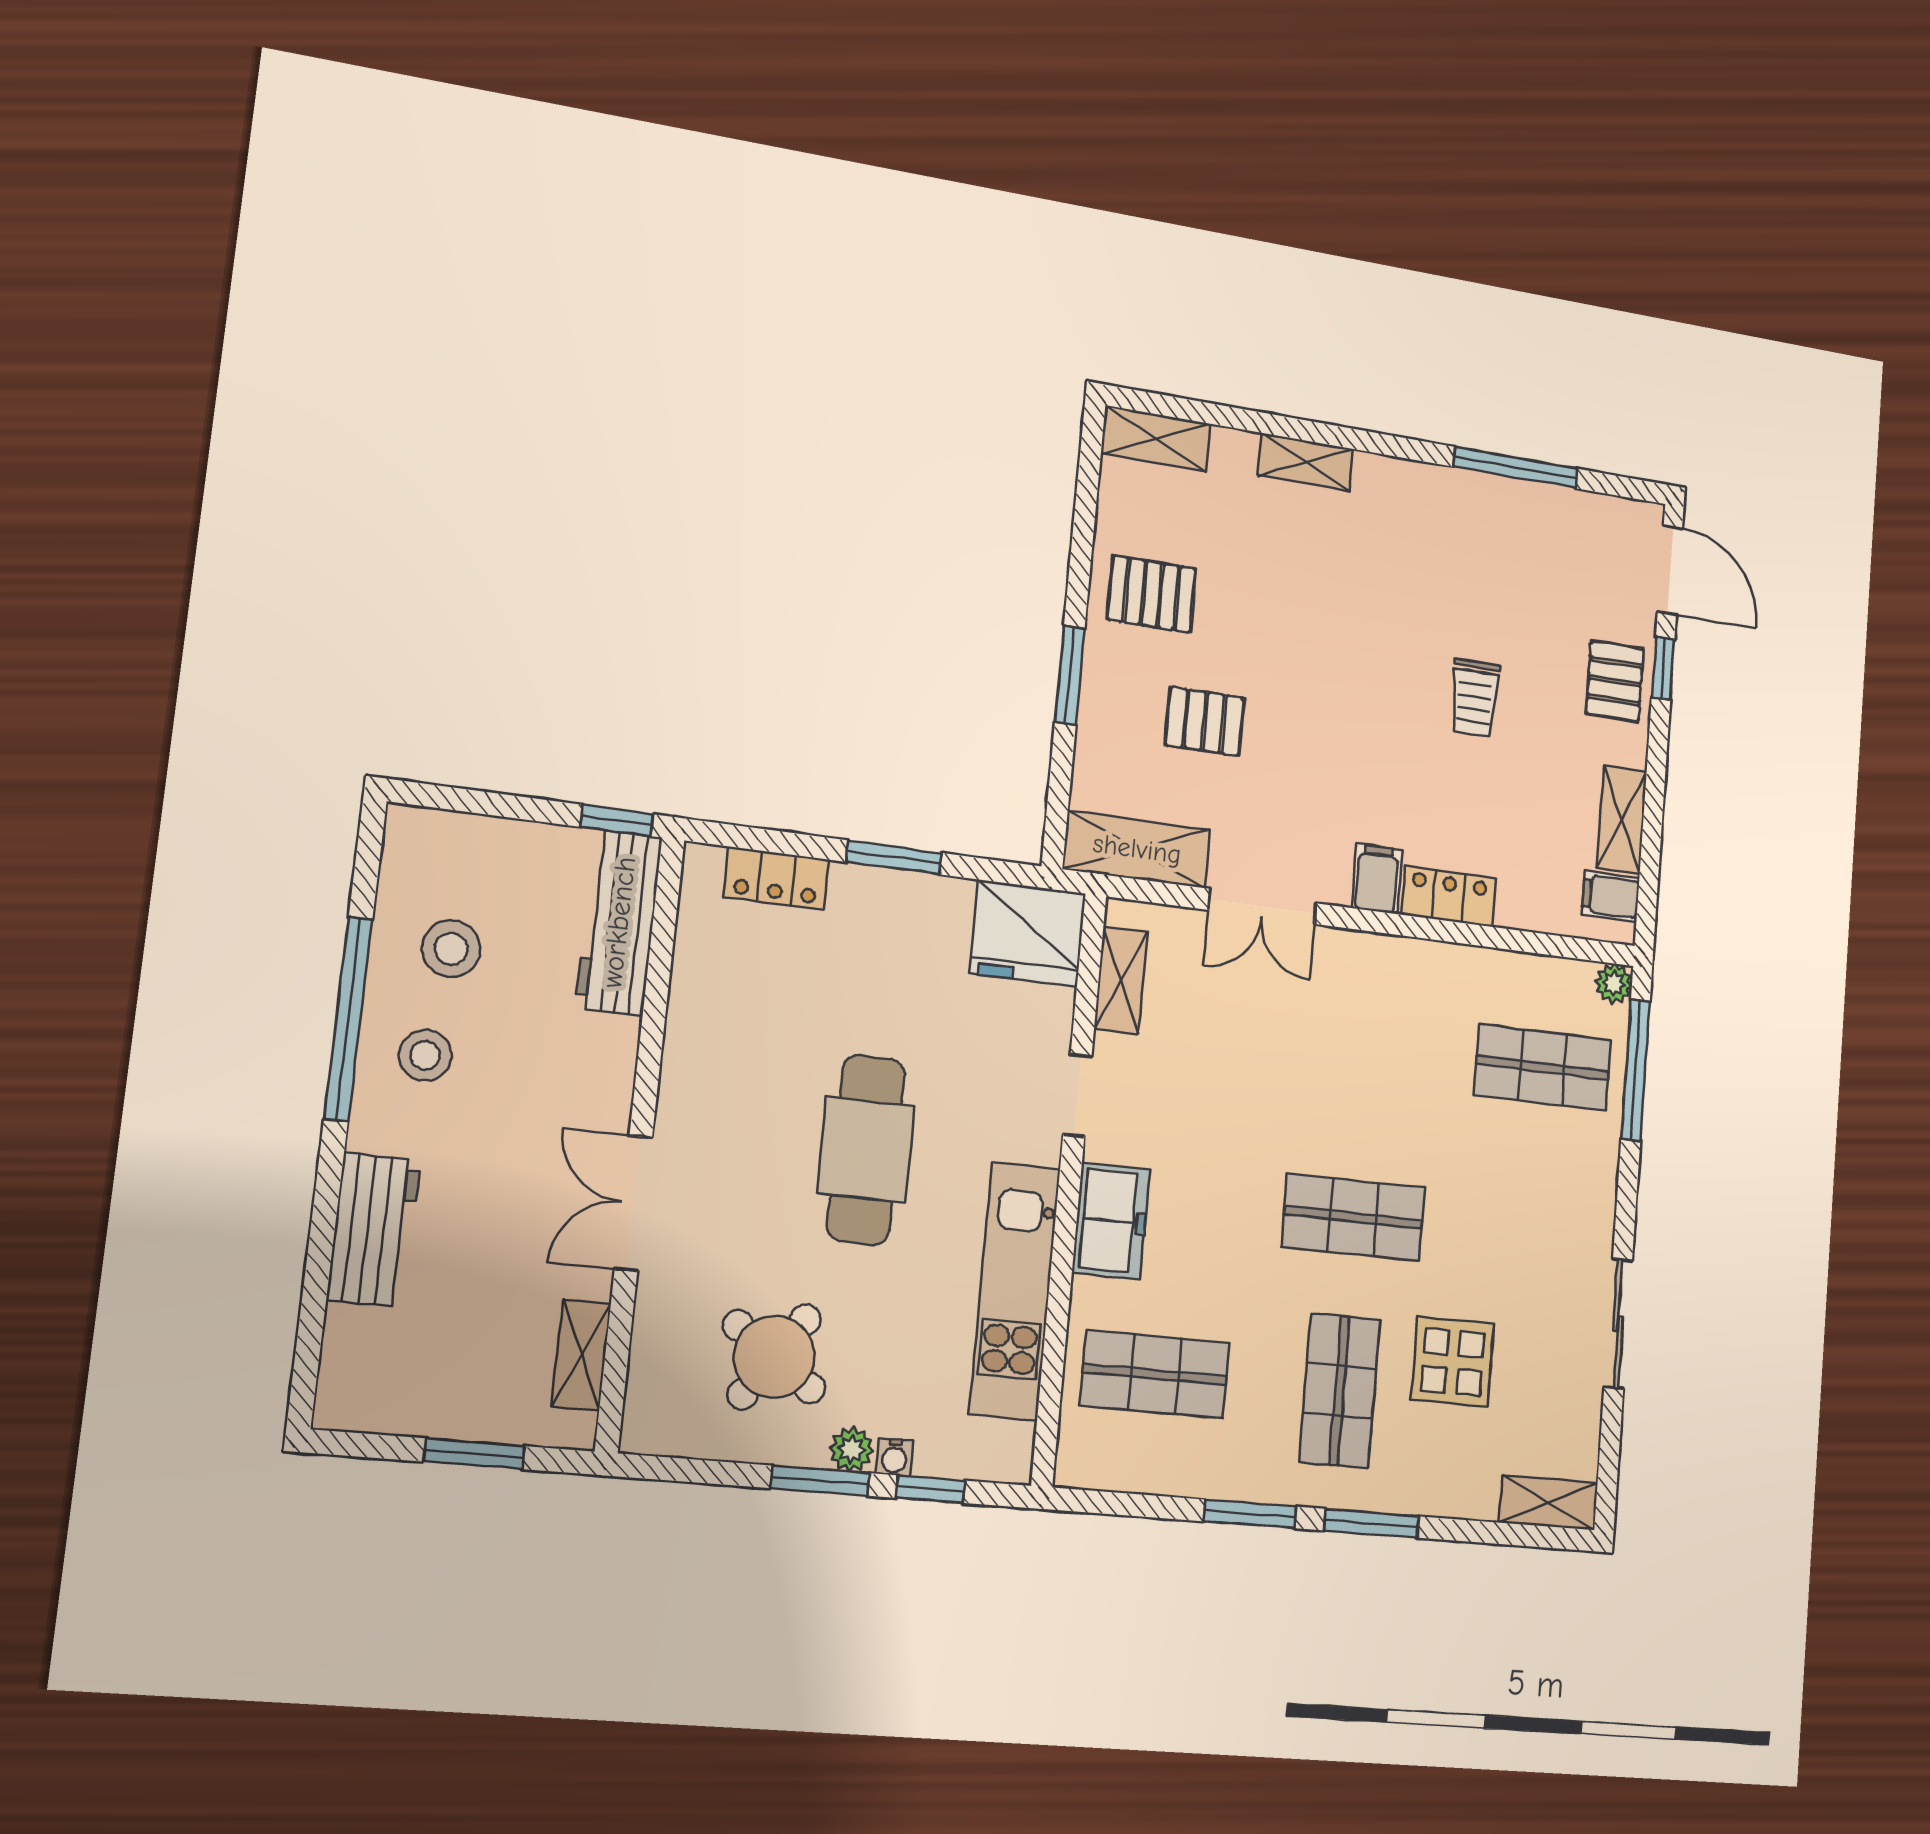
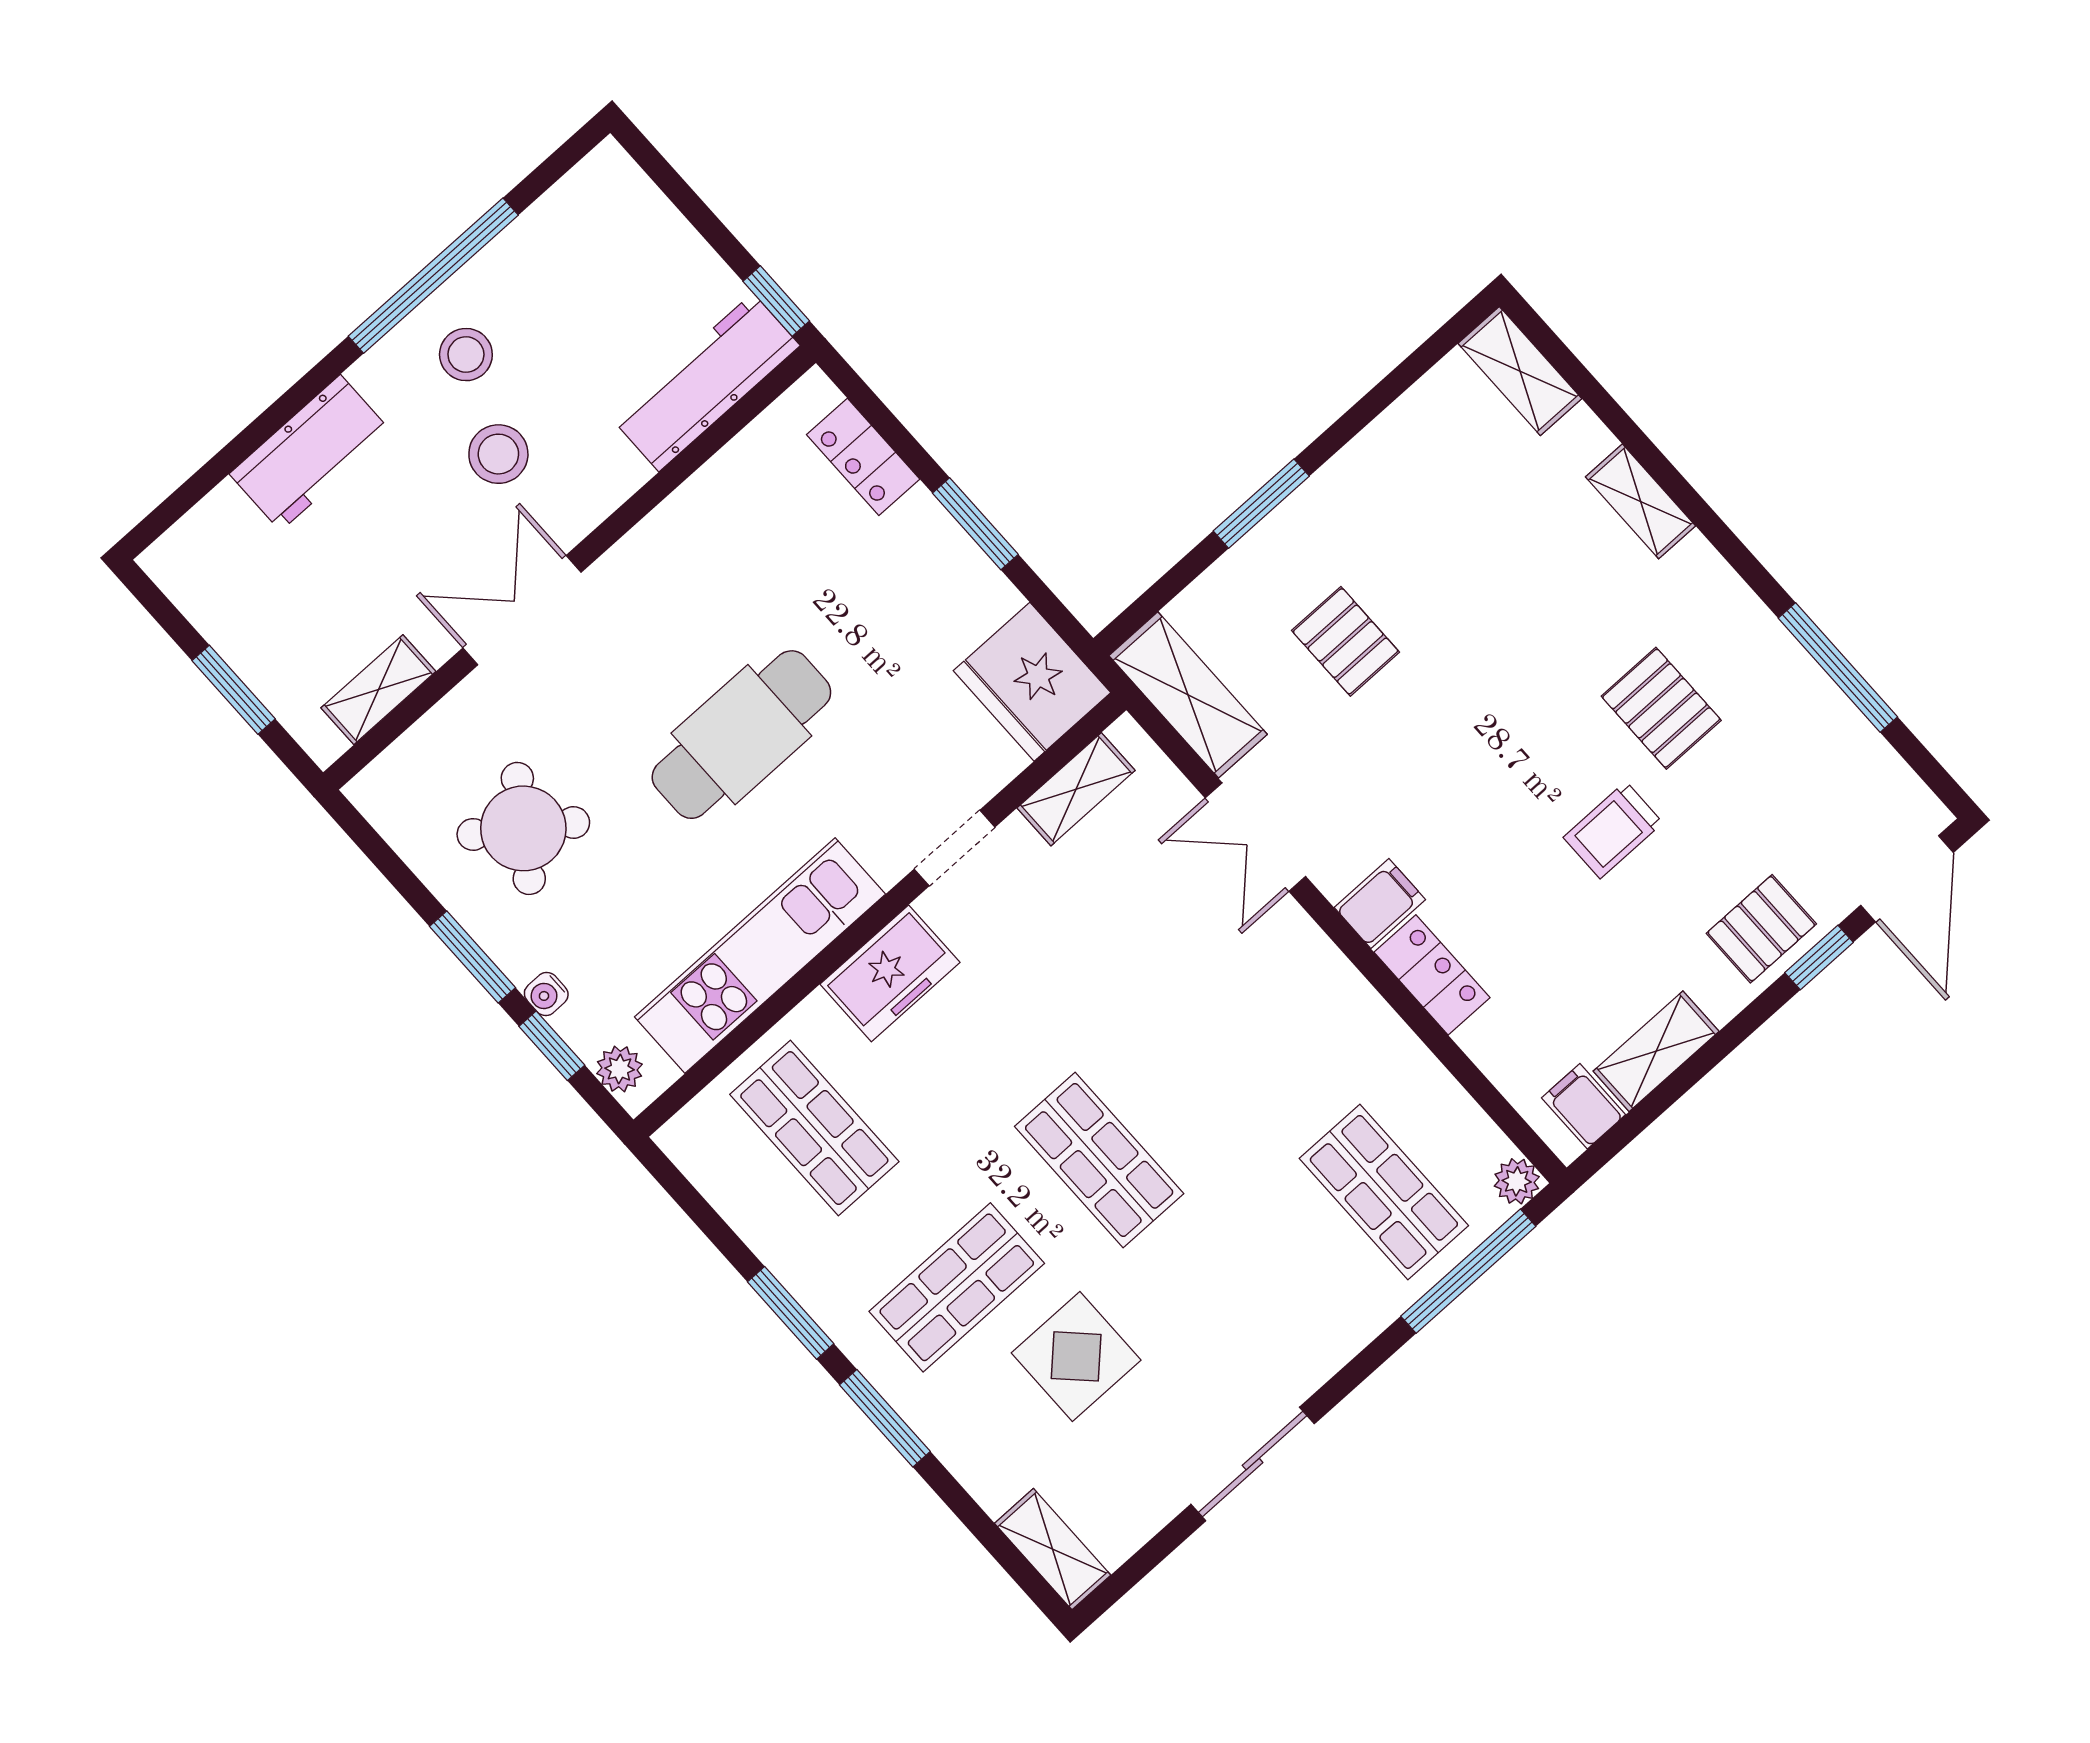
pallet: (1152, 594) -> (1661, 708), moved
stool: (451, 949) -> (498, 454), moved
plant: (852, 1449) -> (619, 1069), moved

